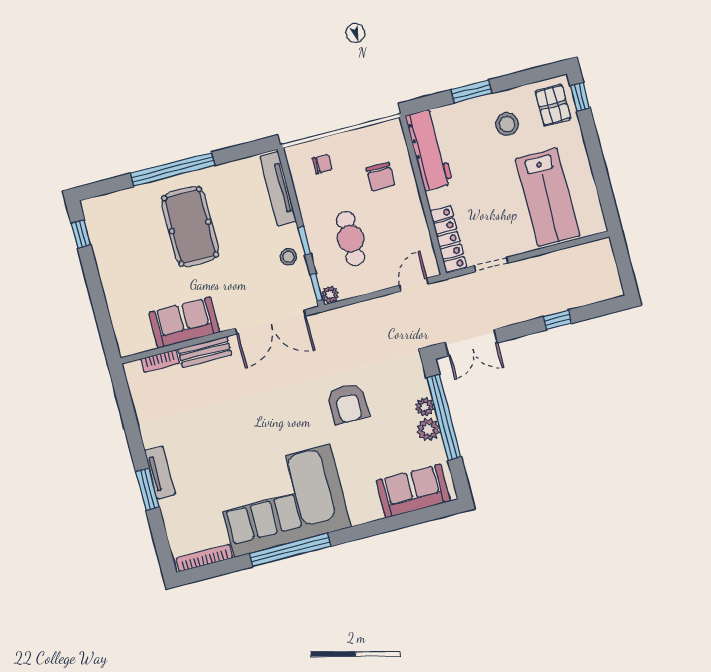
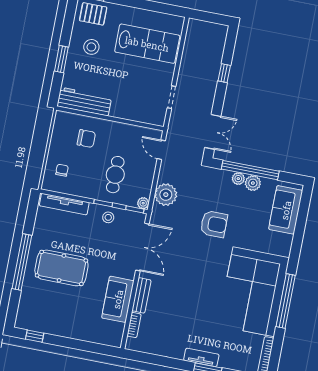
cafe table: (351, 239) -> (115, 175), turned 90
locker: (448, 239) -> (144, 116), removed
plant: (356, 320) -> (166, 195), added

